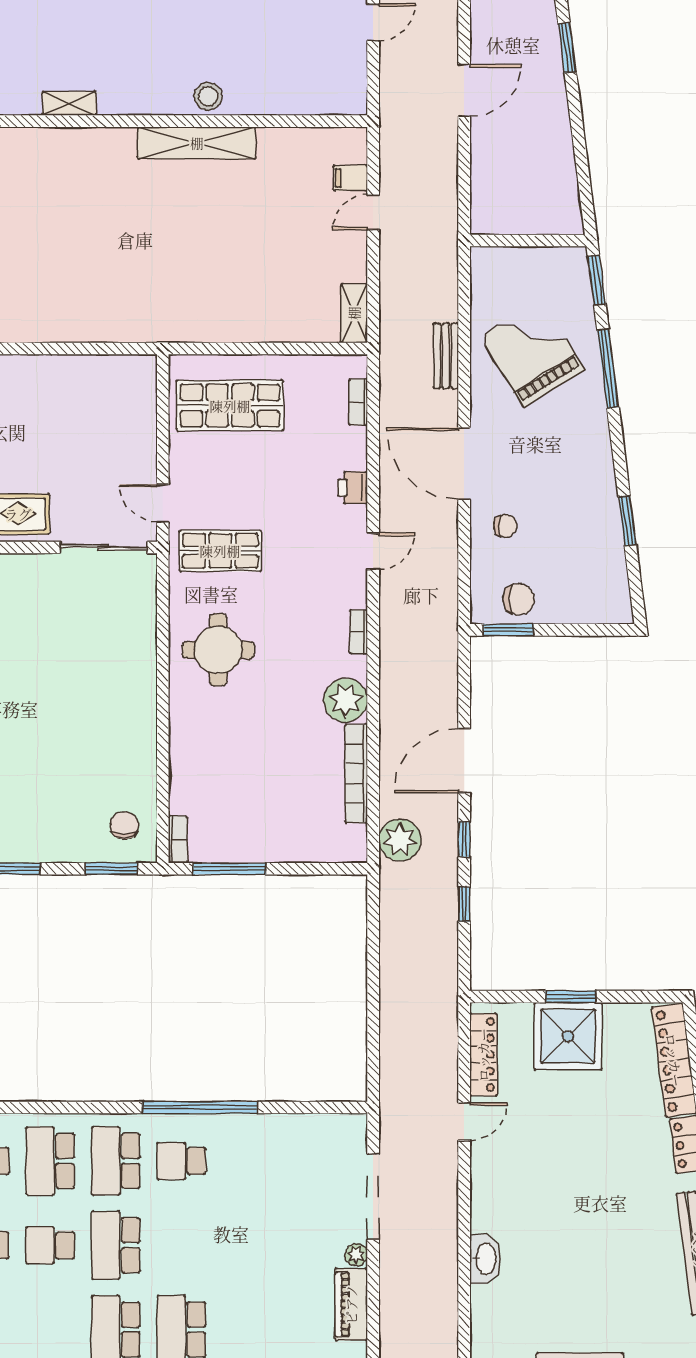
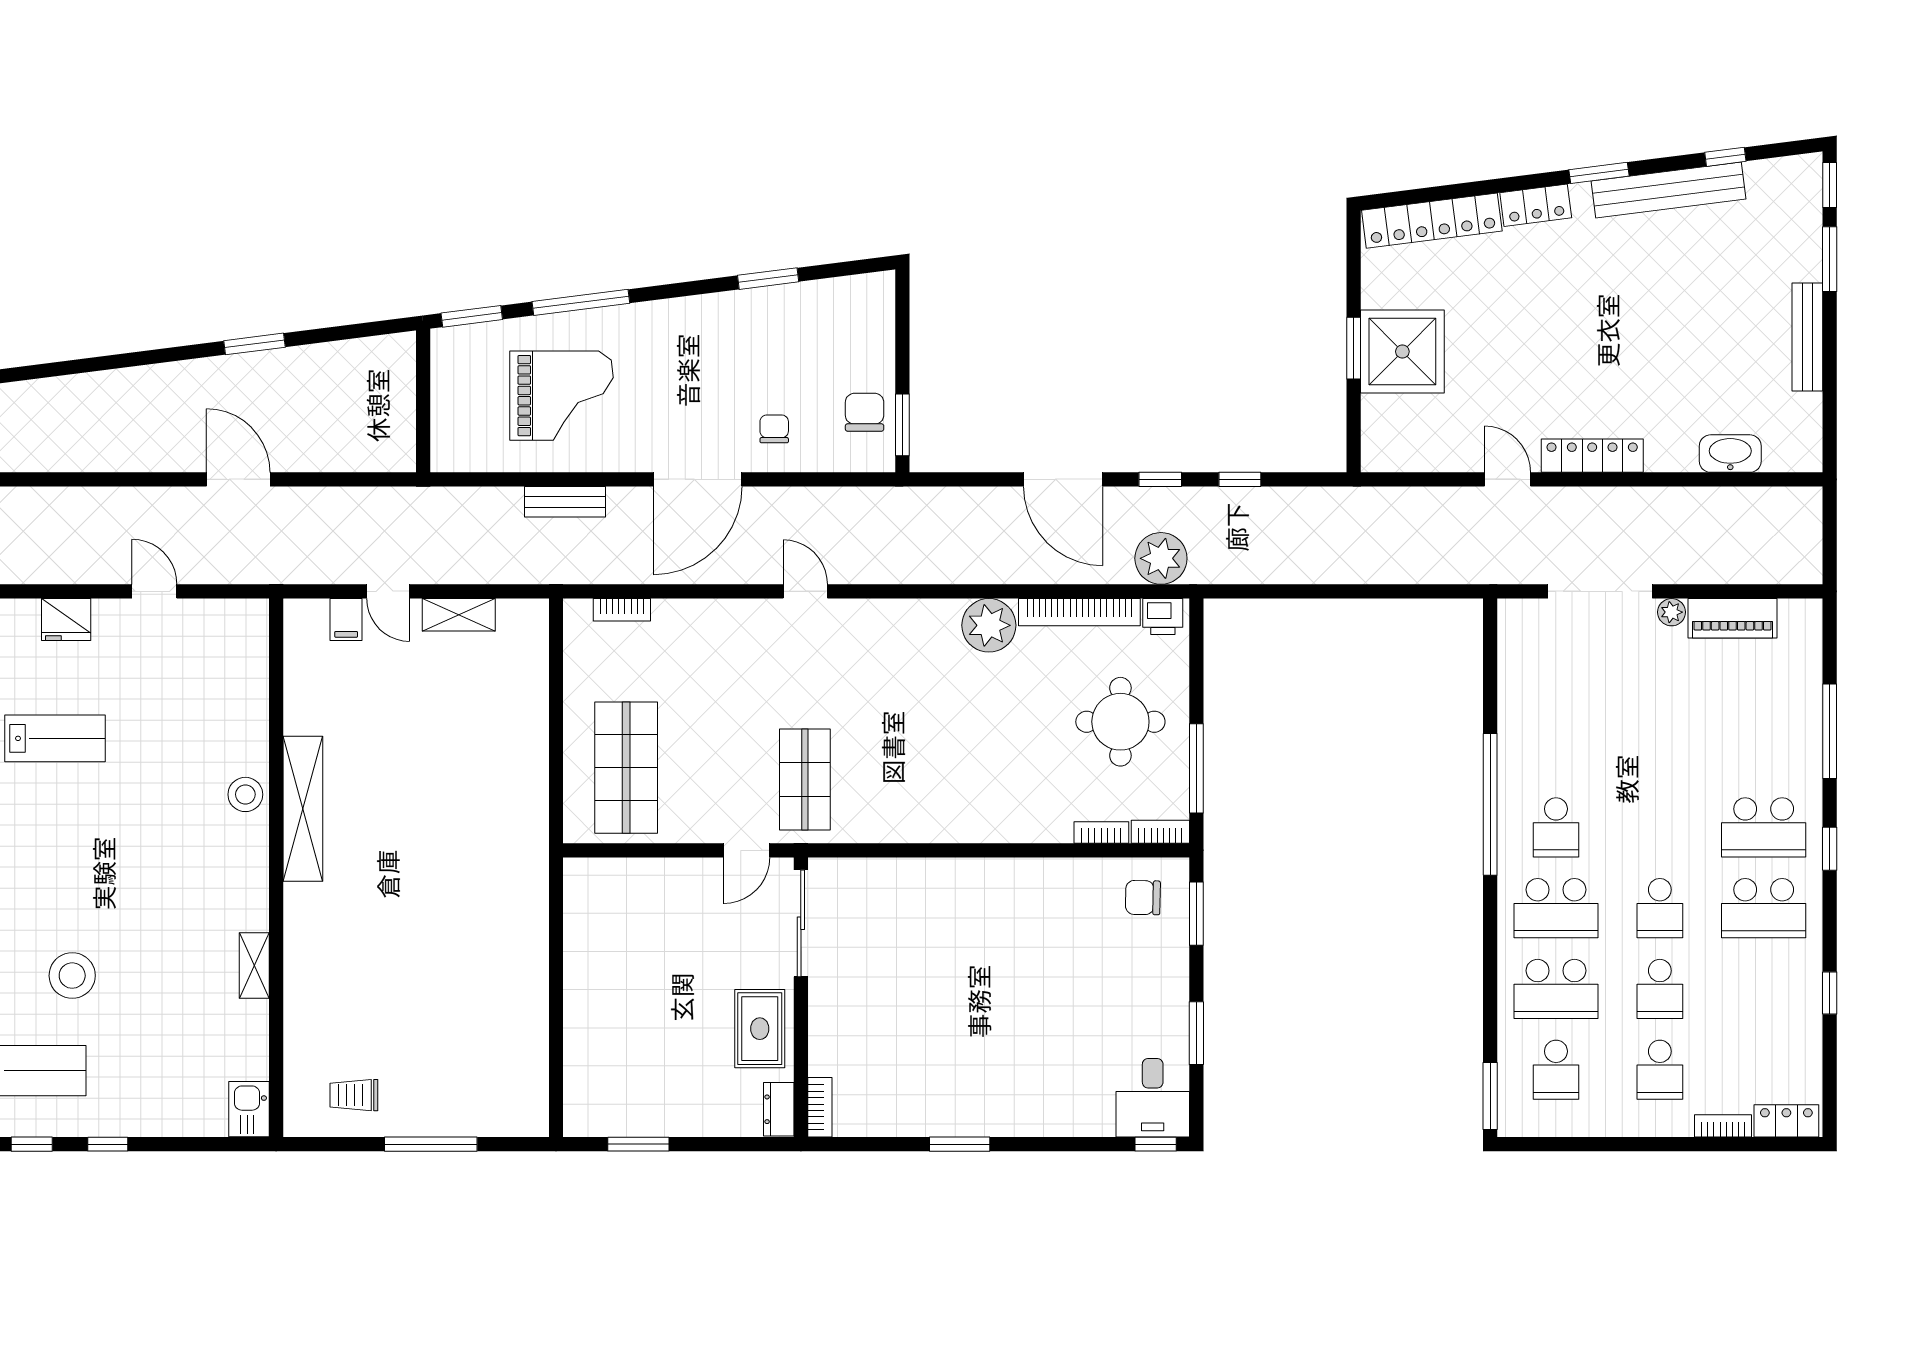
window: (567, 48) -> (255, 344), moved
shelving: (354, 313) -> (459, 615), moved
grand piano: (532, 353) -> (561, 396), turned -148
printer: (353, 488) -> (1163, 616), moved
bookcase: (359, 632) -> (1101, 832), moved, turned 180
round table: (218, 650) -> (1120, 722), moved
locker: (483, 1055) -> (1592, 456), moved
school desk: (116, 1245) -> (1660, 908), width x0.54
washbasin: (485, 1259) -> (1730, 454), moved

